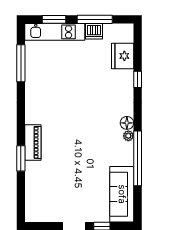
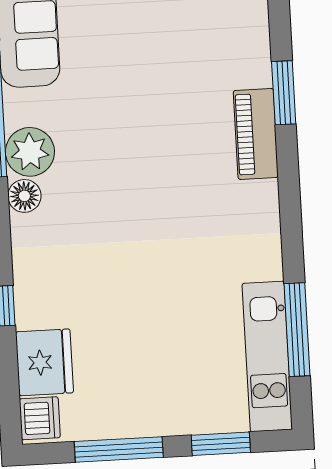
dishwasher: (94, 31) -> (40, 418), moved, turned 90
kitchen unit: (55, 32) -> (267, 356), moved, turned -90
plant: (128, 136) -> (30, 152), width x1.88, depth x1.88

